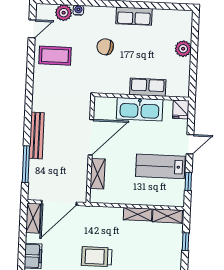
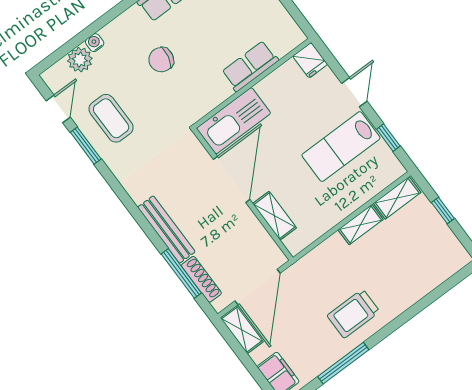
coffee table: (55, 56) -> (111, 118), turned 90
window: (31, 59) -> (86, 146), added
kitchen sink: (140, 109) -> (234, 121), moved
shoe rack: (34, 176) -> (201, 279), added

